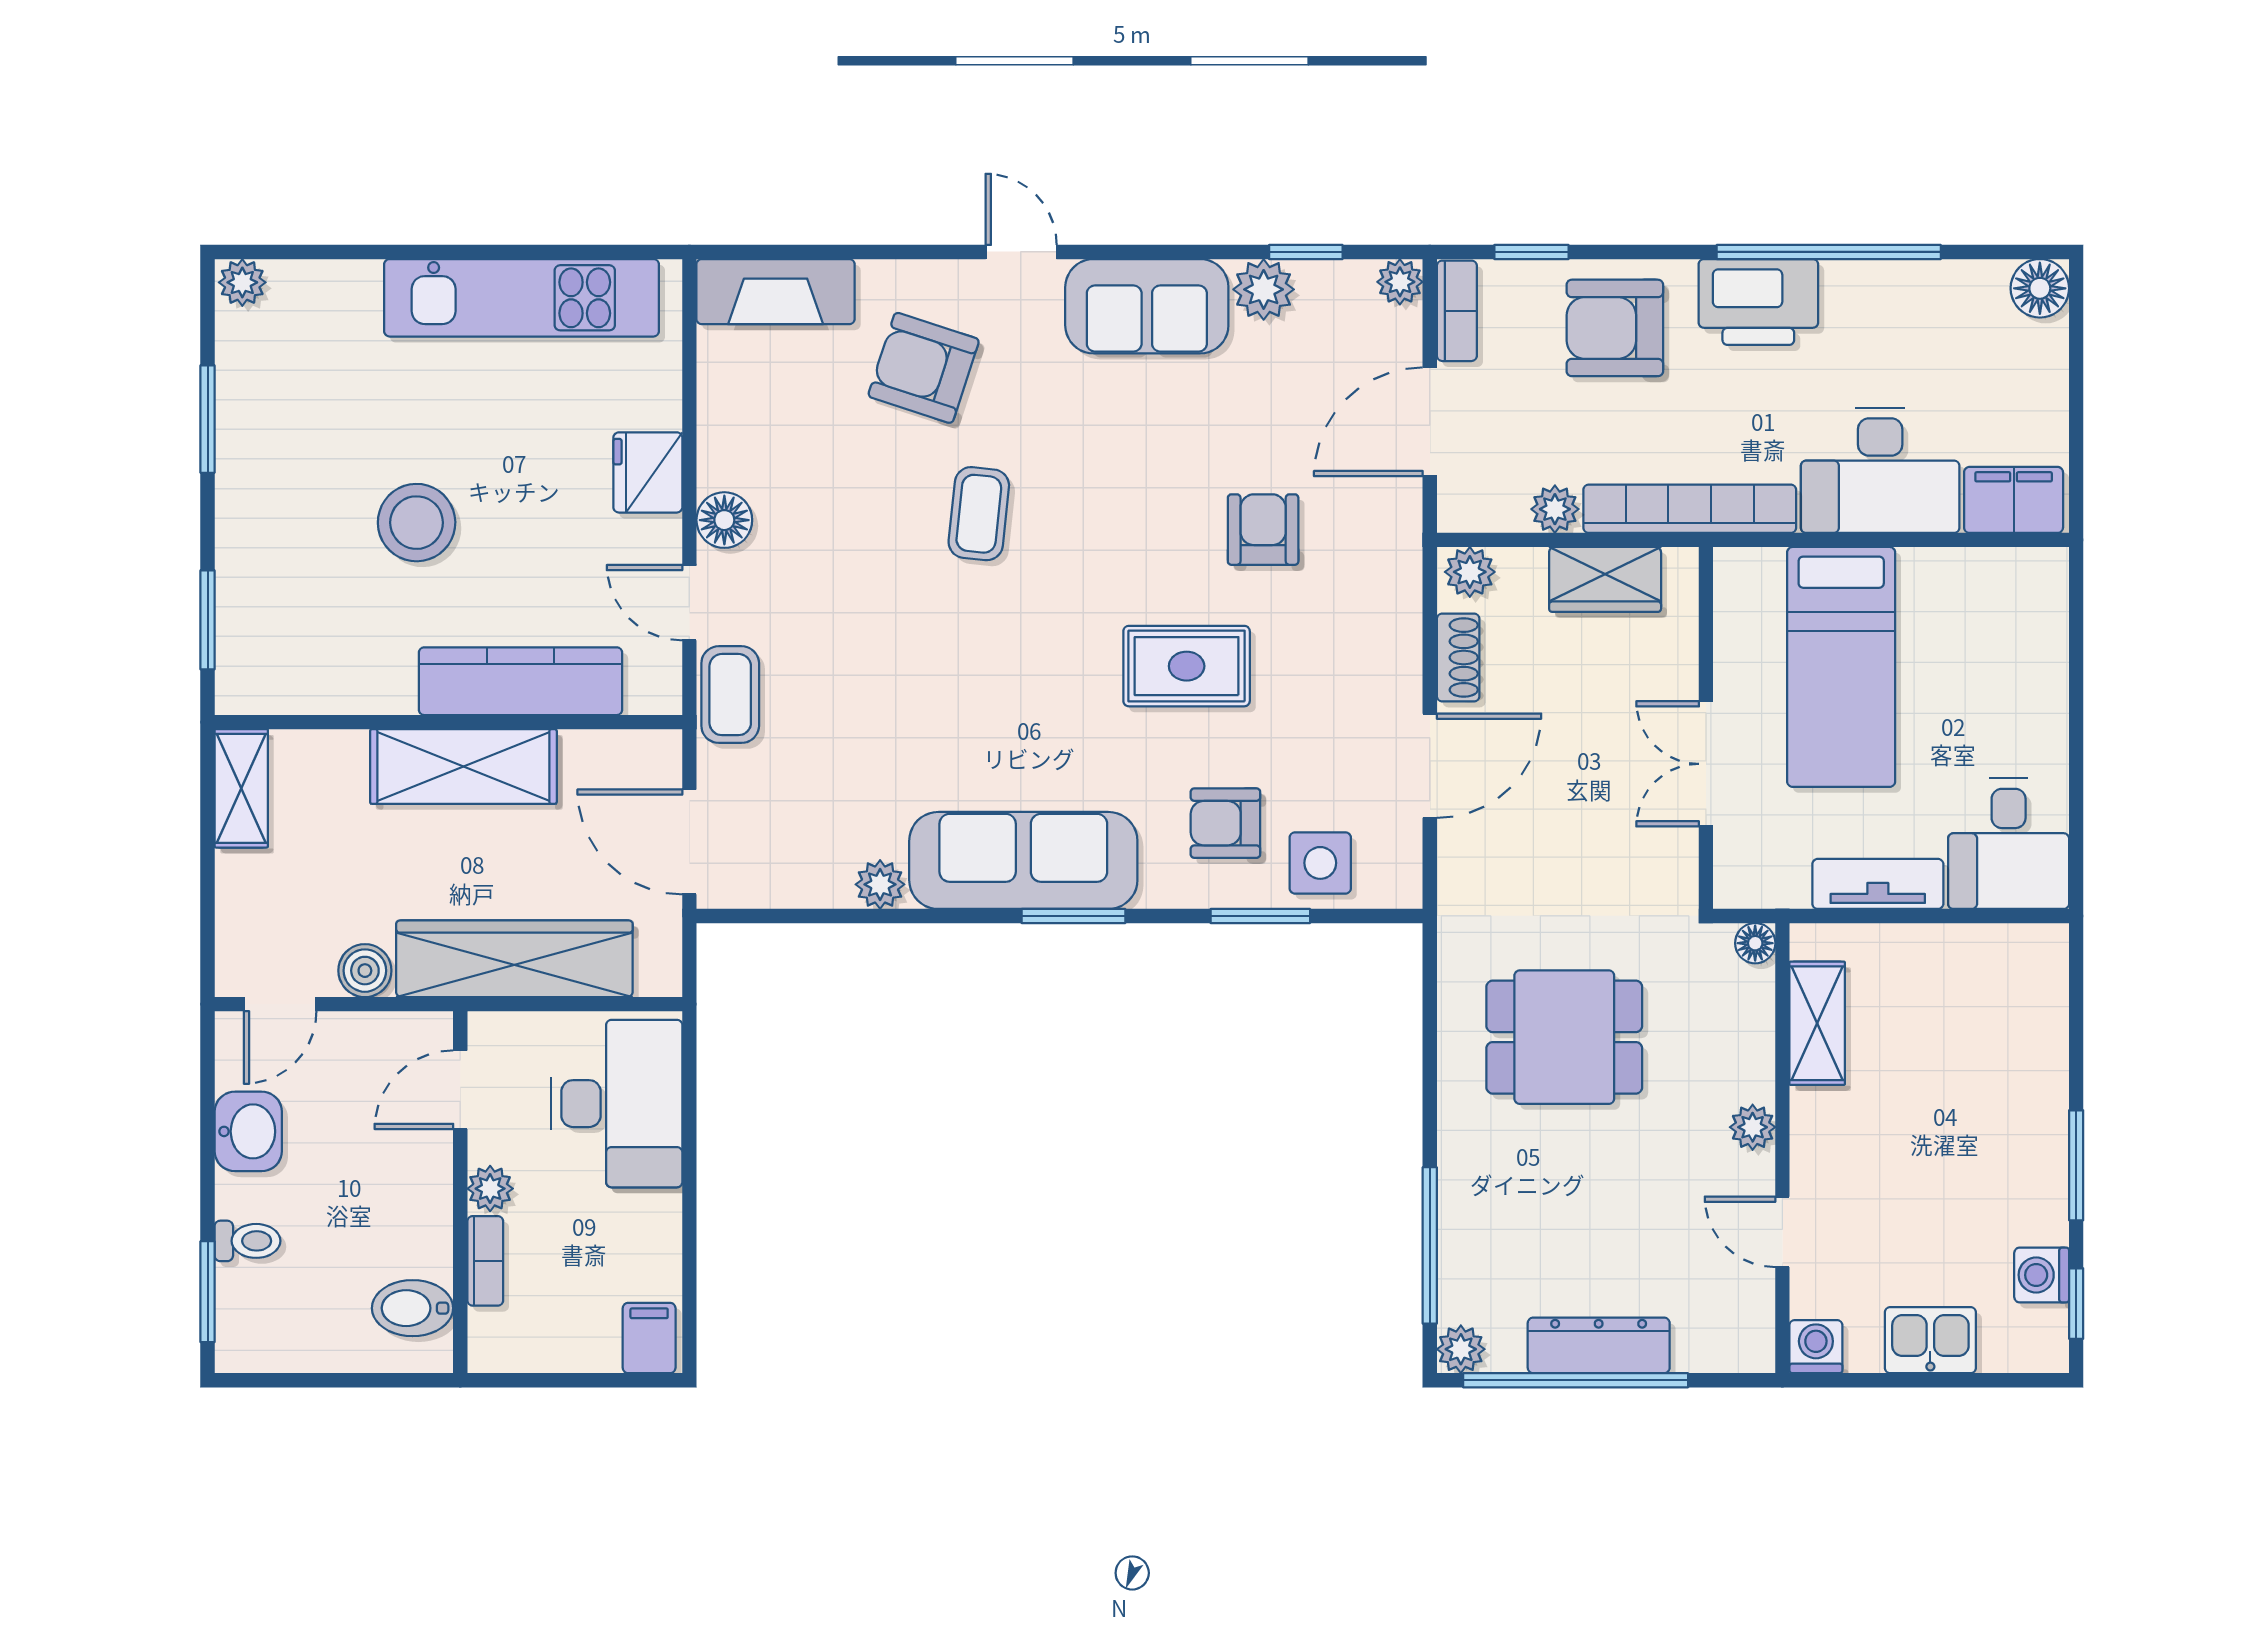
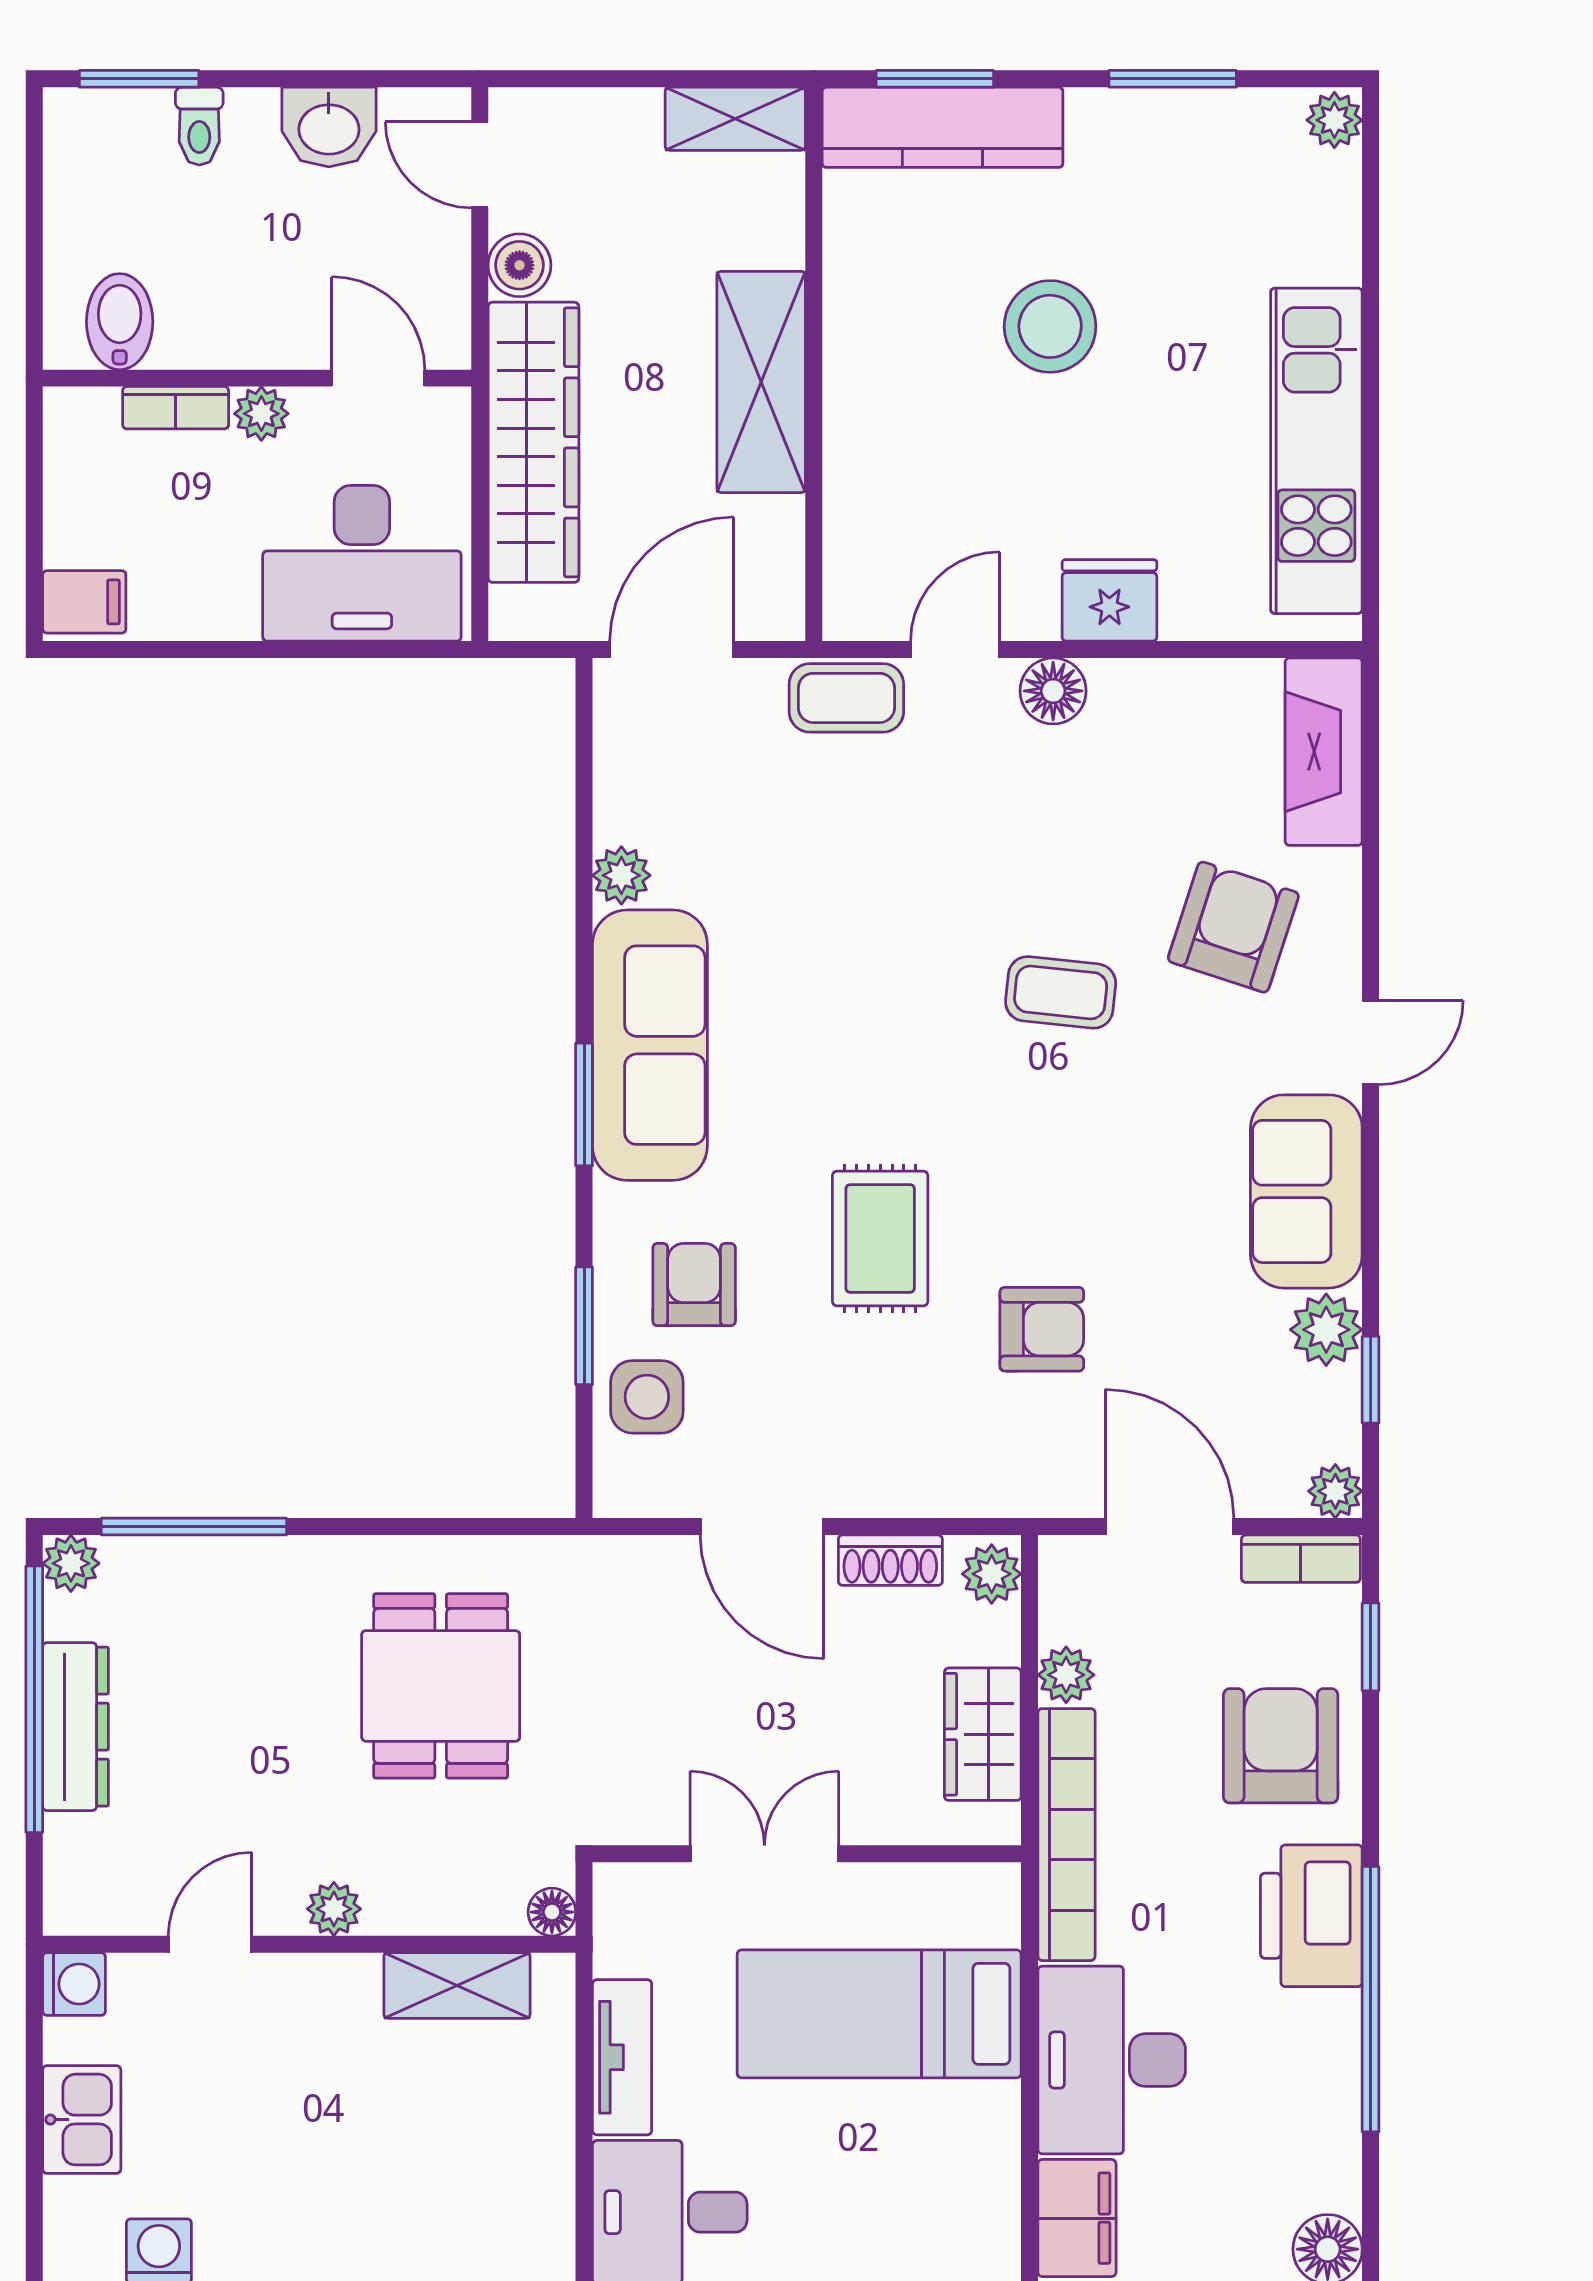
kitchen counter: (521, 681) -> (943, 127), moved, turned 90

